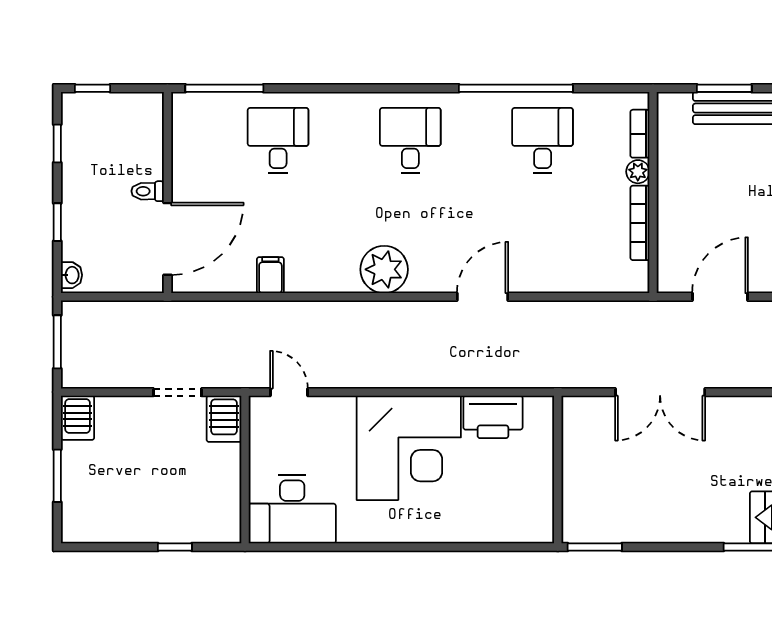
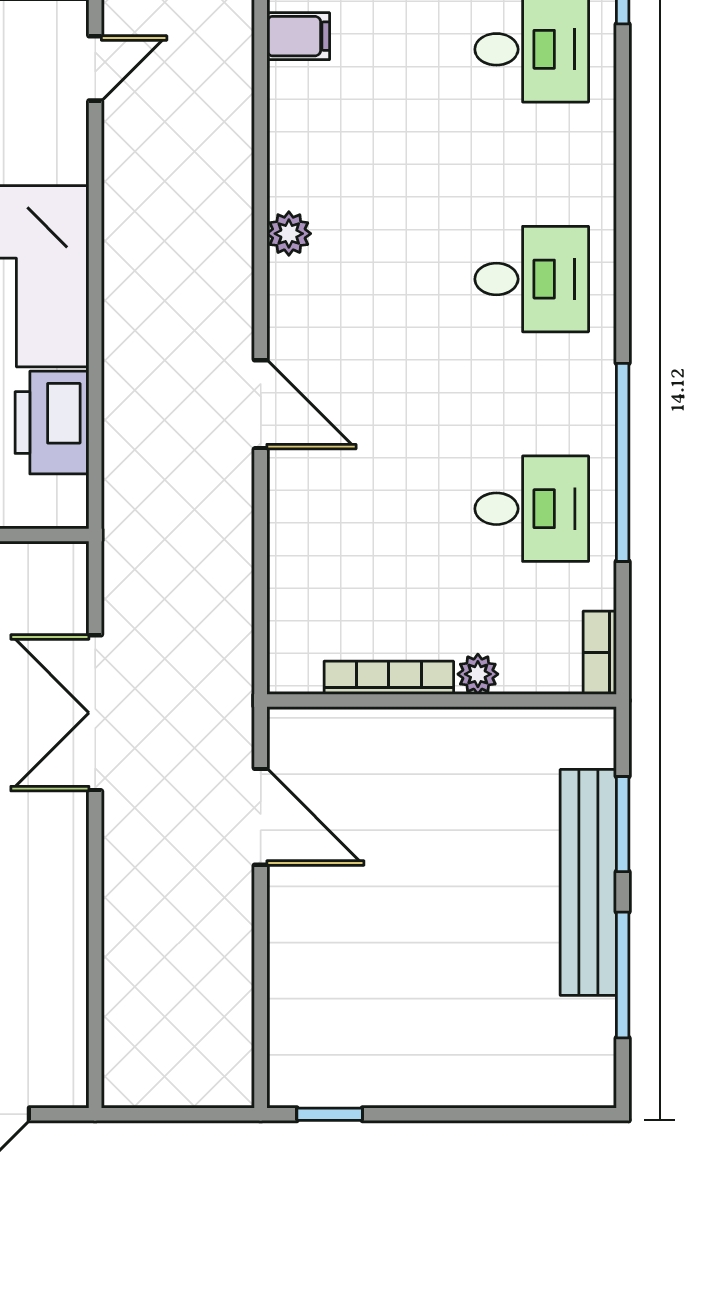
bookcase: (640, 134) -> (600, 653), moved, turned -90
plant: (384, 269) -> (289, 234), width x0.53, depth x0.53

